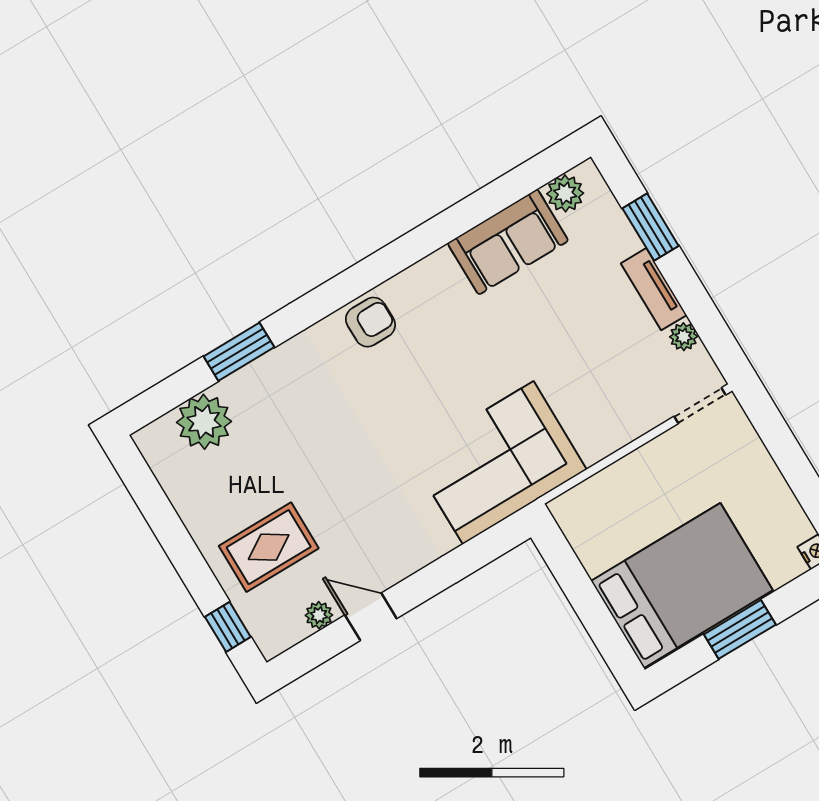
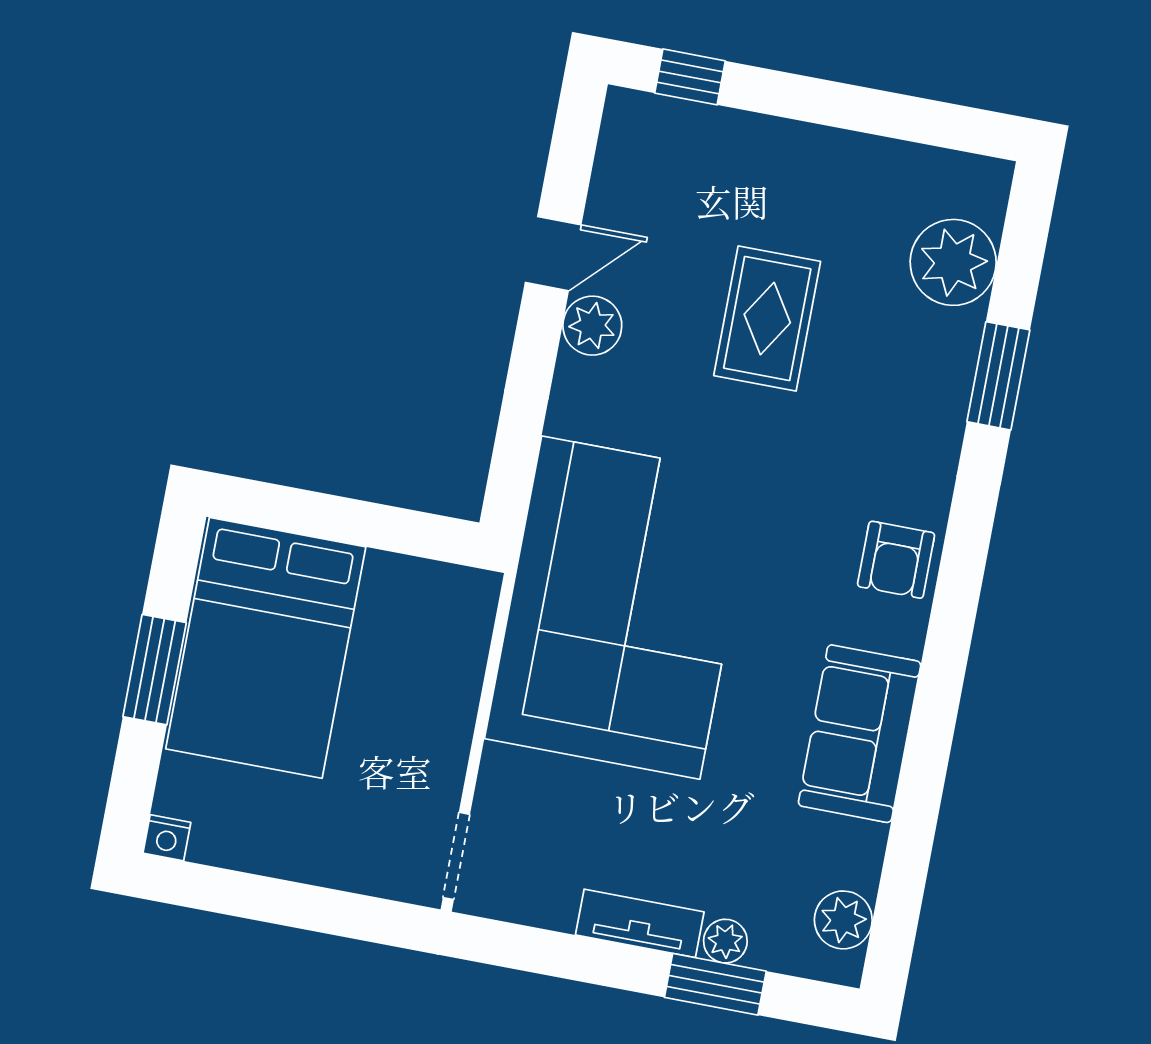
sofa: (508, 242) -> (860, 734), moved
plant: (684, 337) -> (725, 941), moved
corner sofa: (498, 463) -> (621, 608), width x1.36, depth x1.36
rug: (269, 547) -> (767, 318), moved
plant: (319, 615) -> (592, 326), moved, width x1.38, depth x1.38

